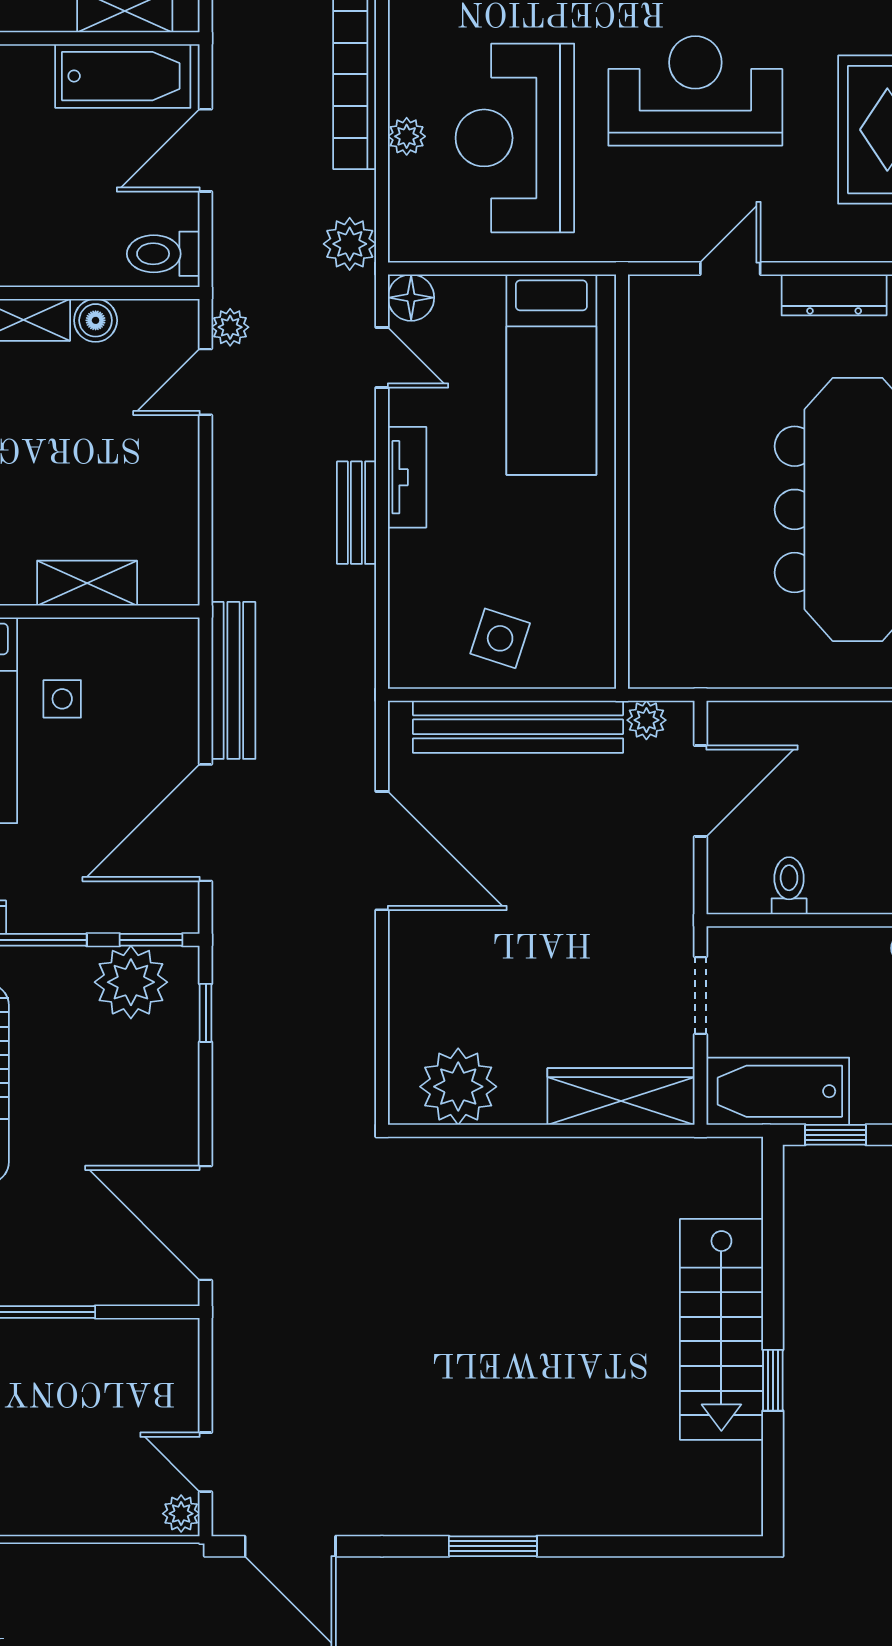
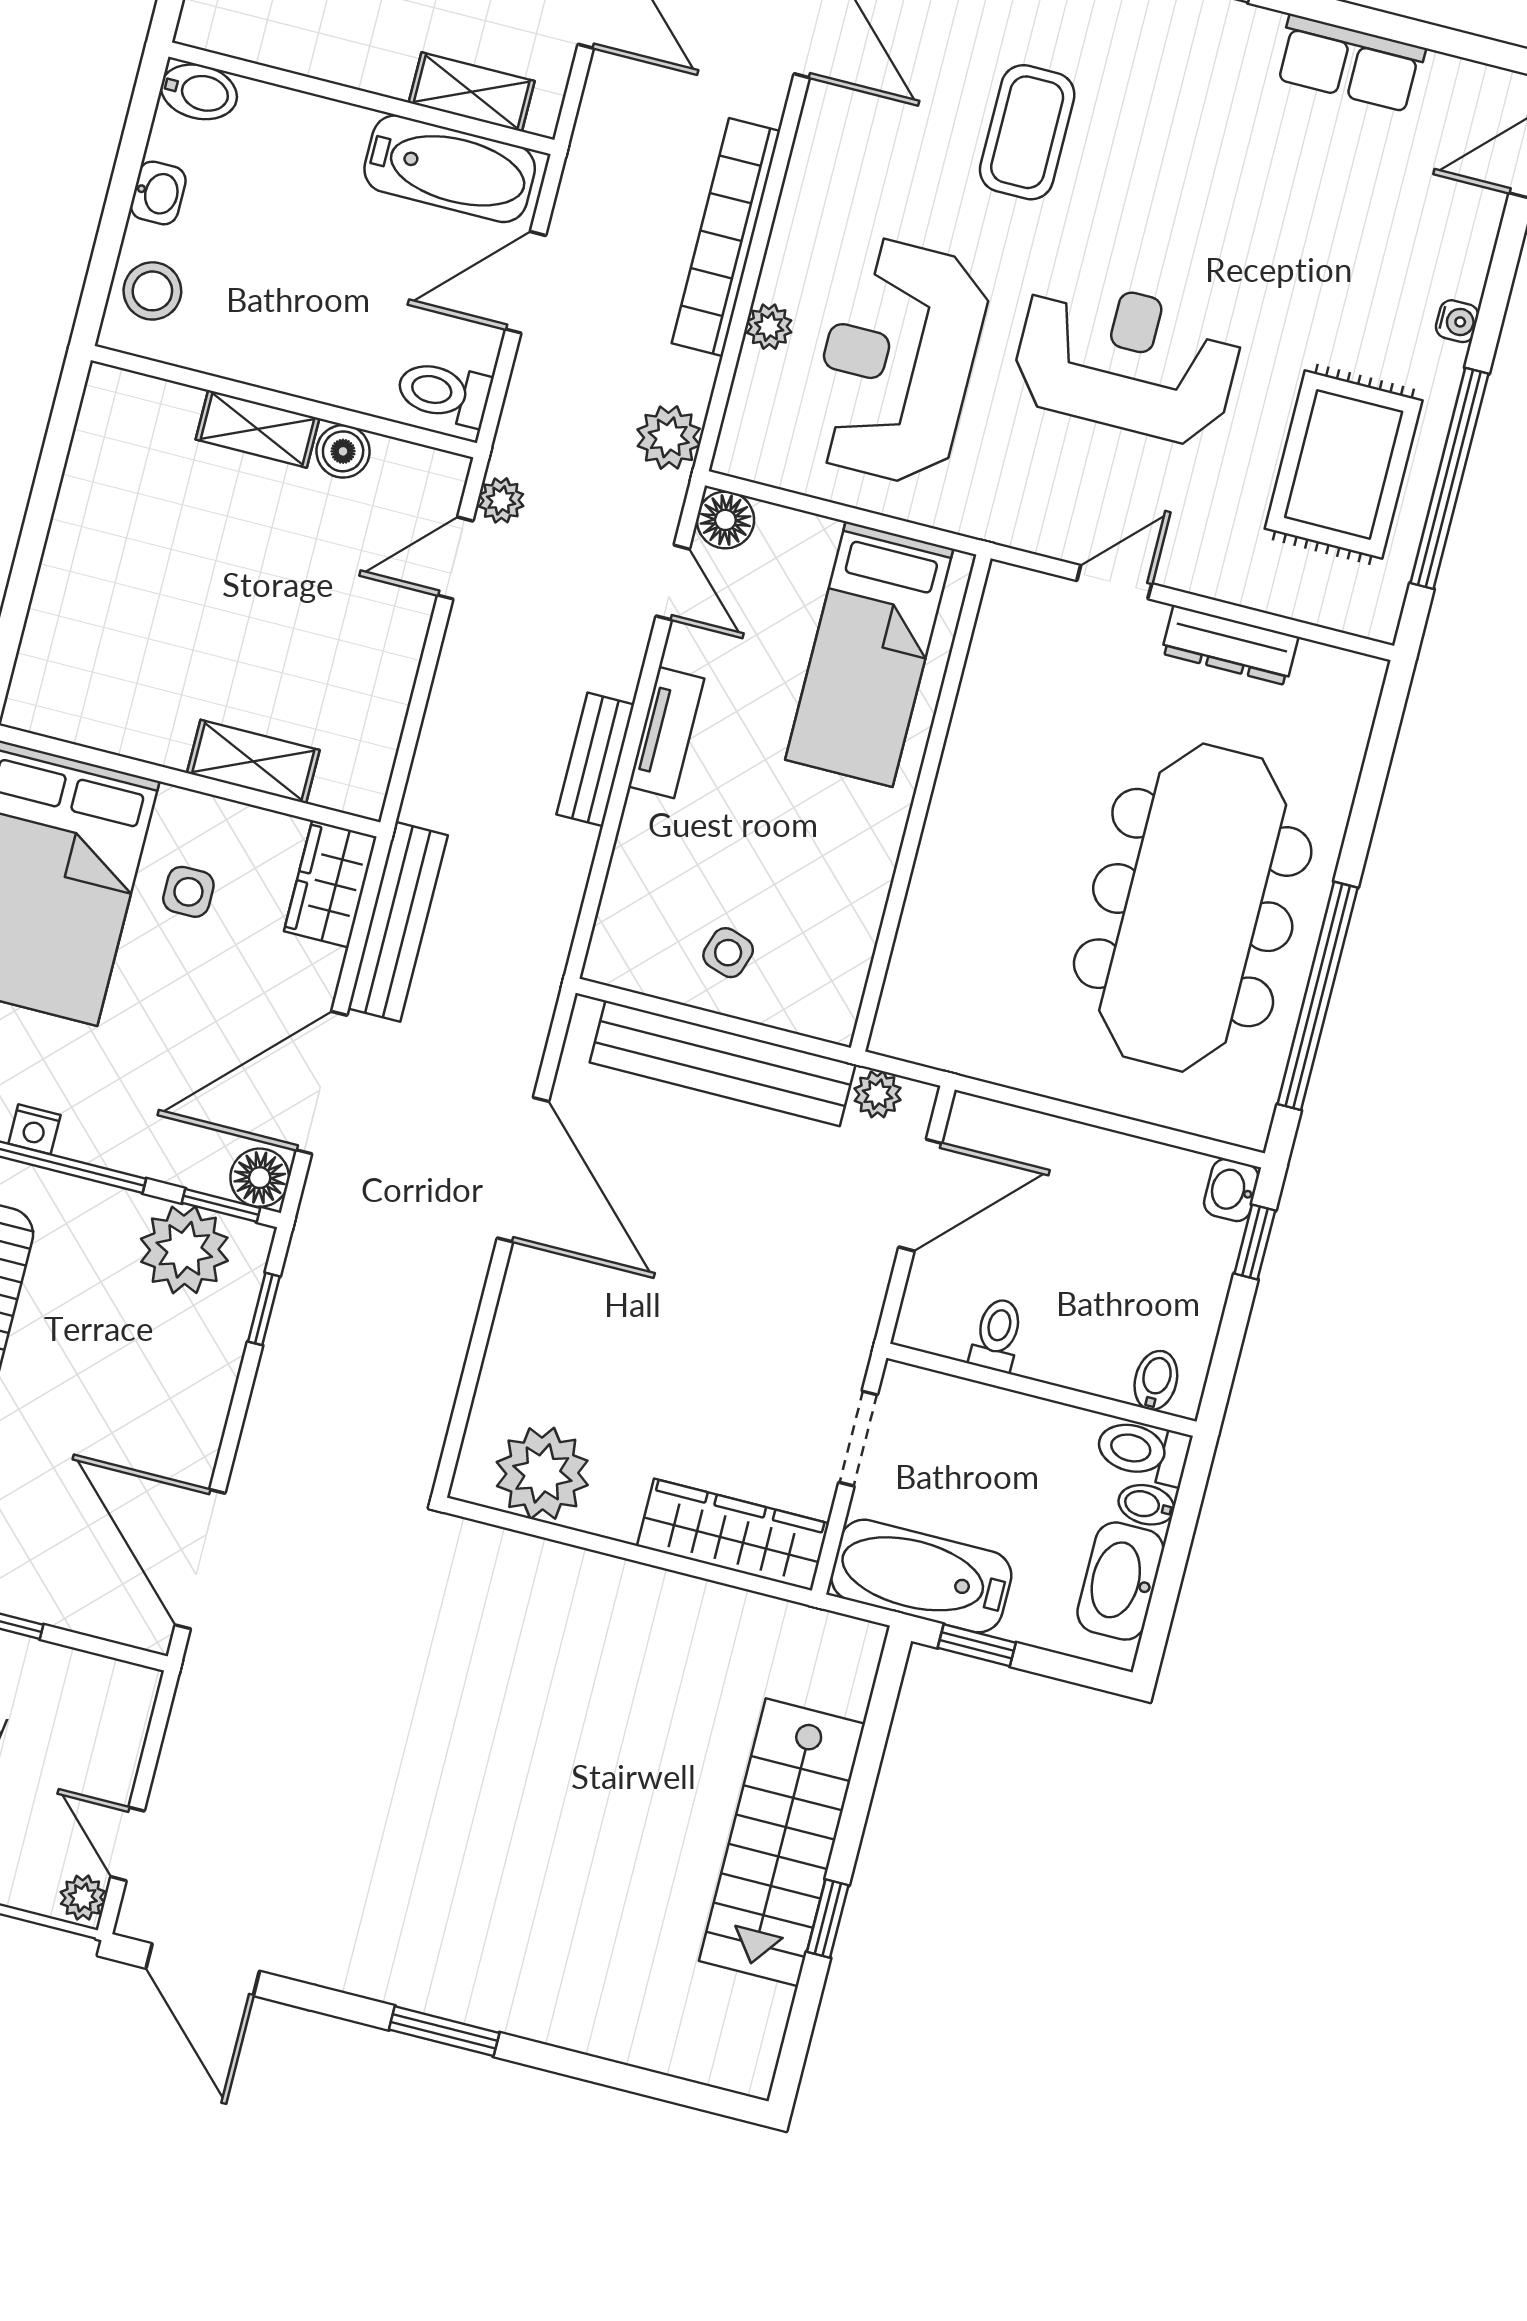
side table: (500, 638) -> (728, 953), width x0.73, depth x0.73
wardrobe: (173, 664) -> (330, 884), added
floor lamp: (176, 910) -> (260, 1178), added

